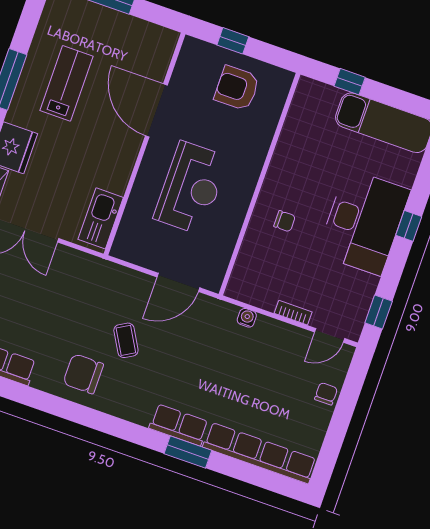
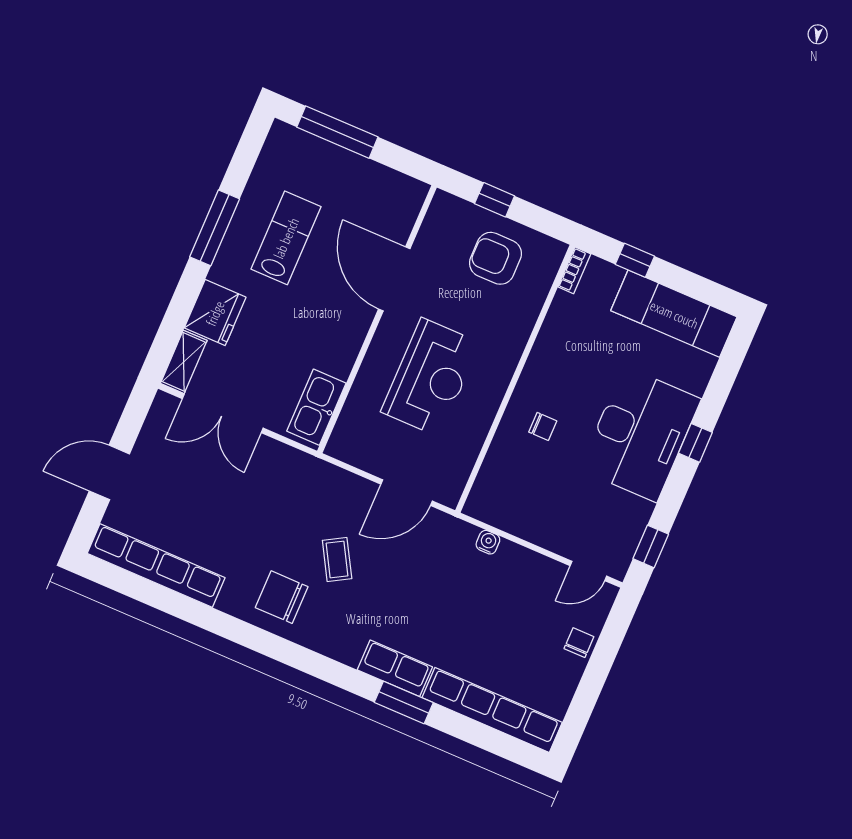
bookcase: (293, 313) -> (574, 270), moved, turned 90

